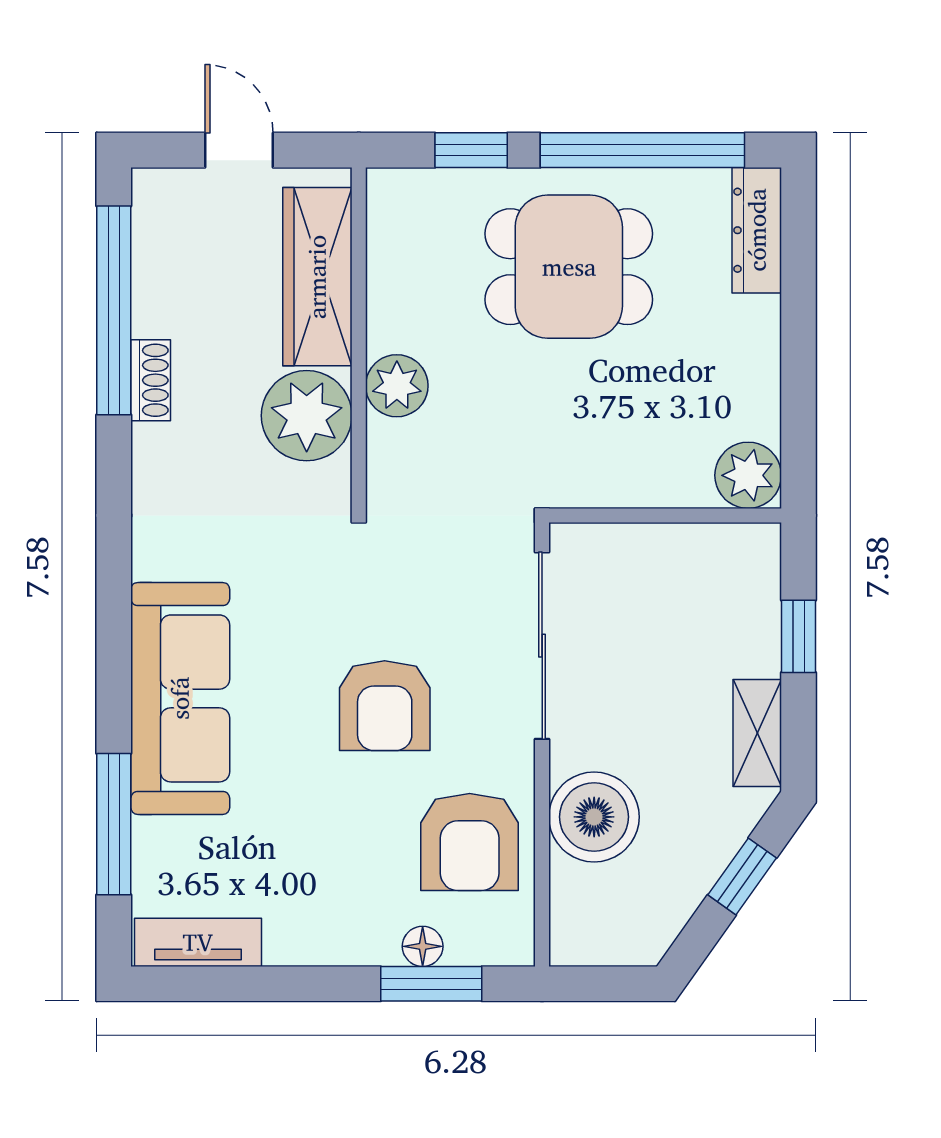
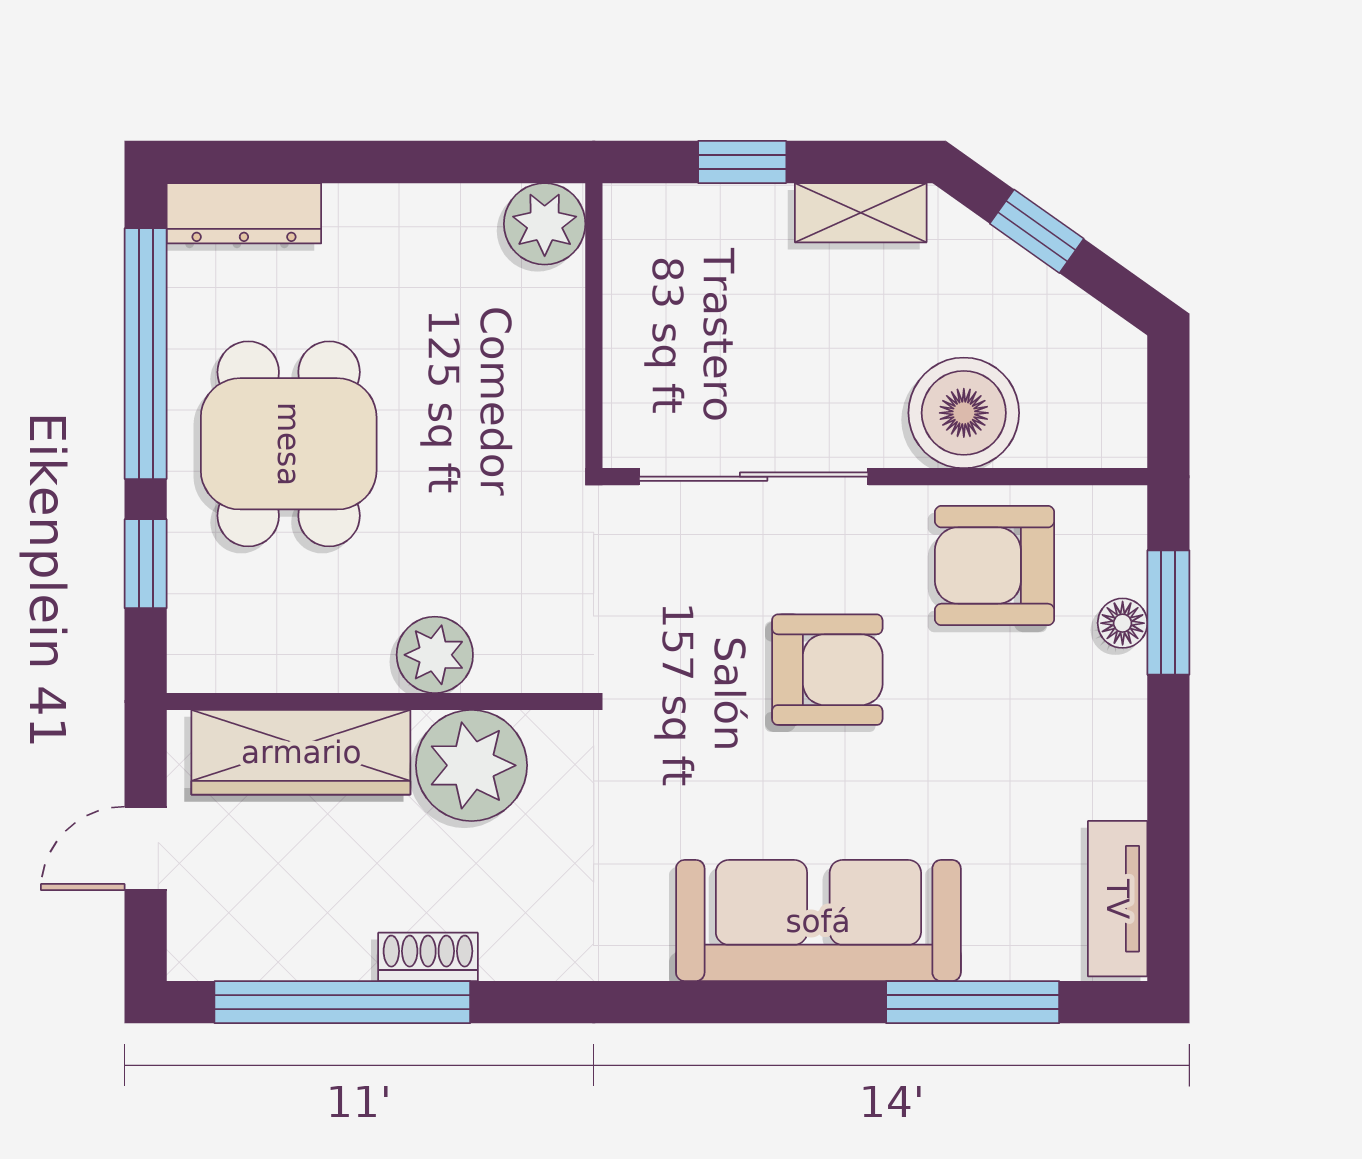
armchair: (470, 842) -> (995, 566), turned 180

